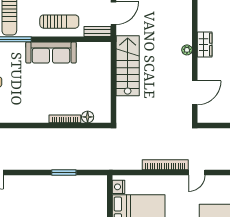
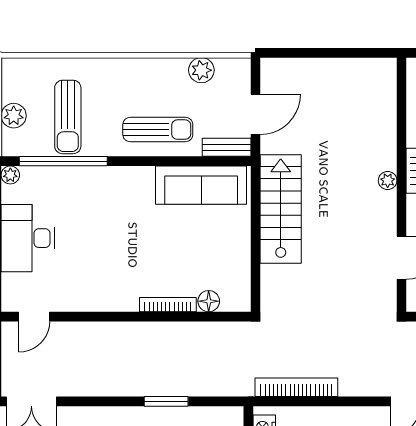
sofa: (51, 52) -> (201, 185), moved
bookcase: (165, 165) -> (296, 387), moved

